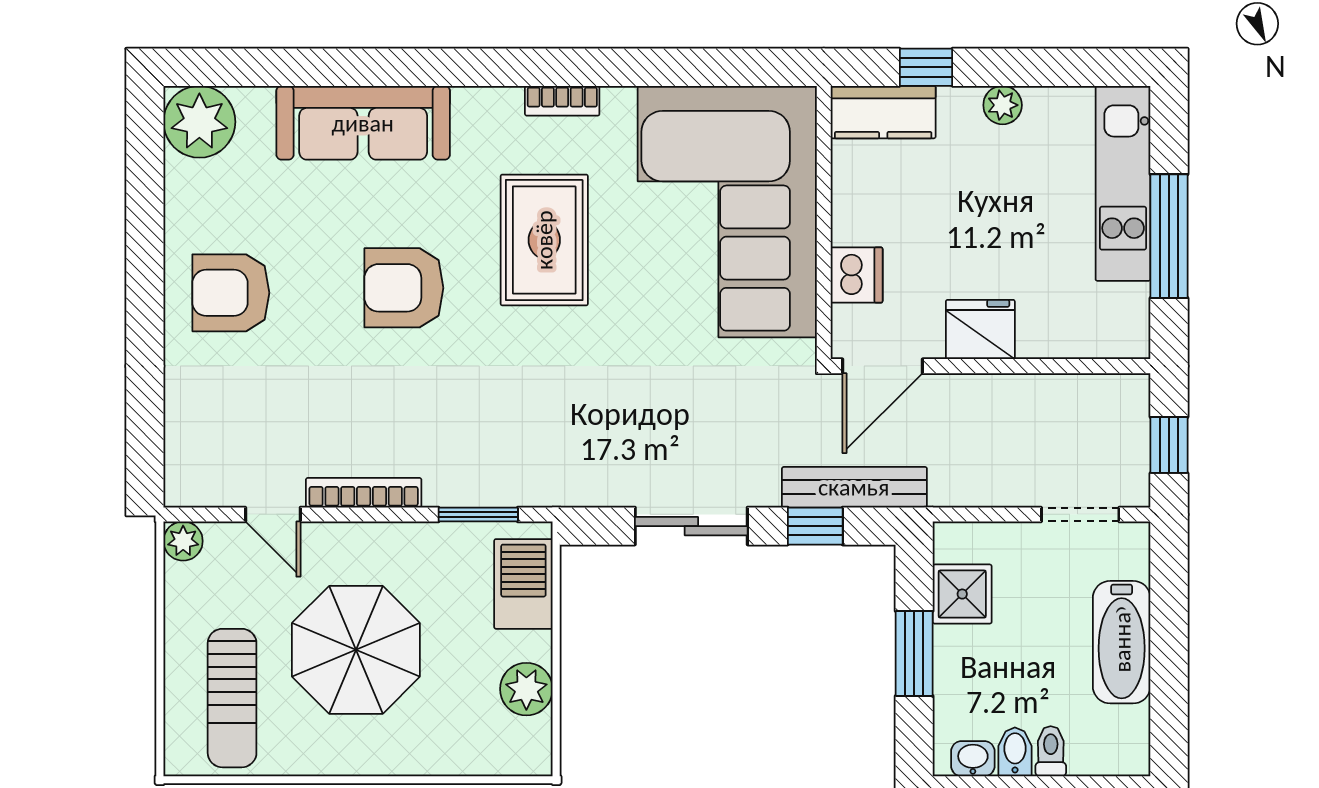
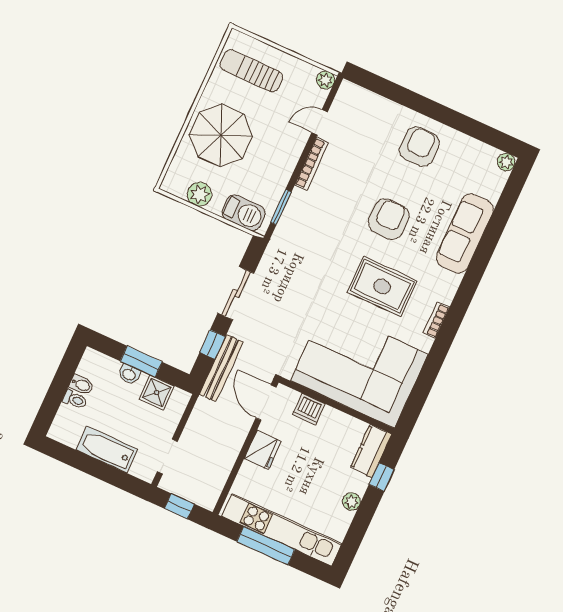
plant: (199, 122) -> (506, 162), width x0.53, depth x0.53
kitchen unit: (1123, 183) -> (282, 530), width x1.36
parasol: (356, 650) -> (221, 135), moved
washbasin: (973, 759) -> (129, 374), moved, turned 90

